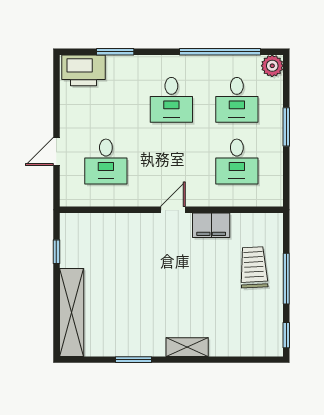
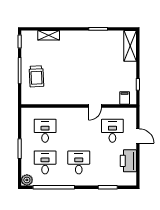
printer: (83, 70) -> (128, 161), moved, turned -90
door: (56, 151) -> (138, 136), hinge flipped
door: (173, 210) -> (95, 106), moved
filing cabinet: (211, 225) -> (125, 98), moved, width x0.50
shelving: (72, 312) -> (130, 46), width x0.68
shelving: (187, 347) -> (49, 35), moved

